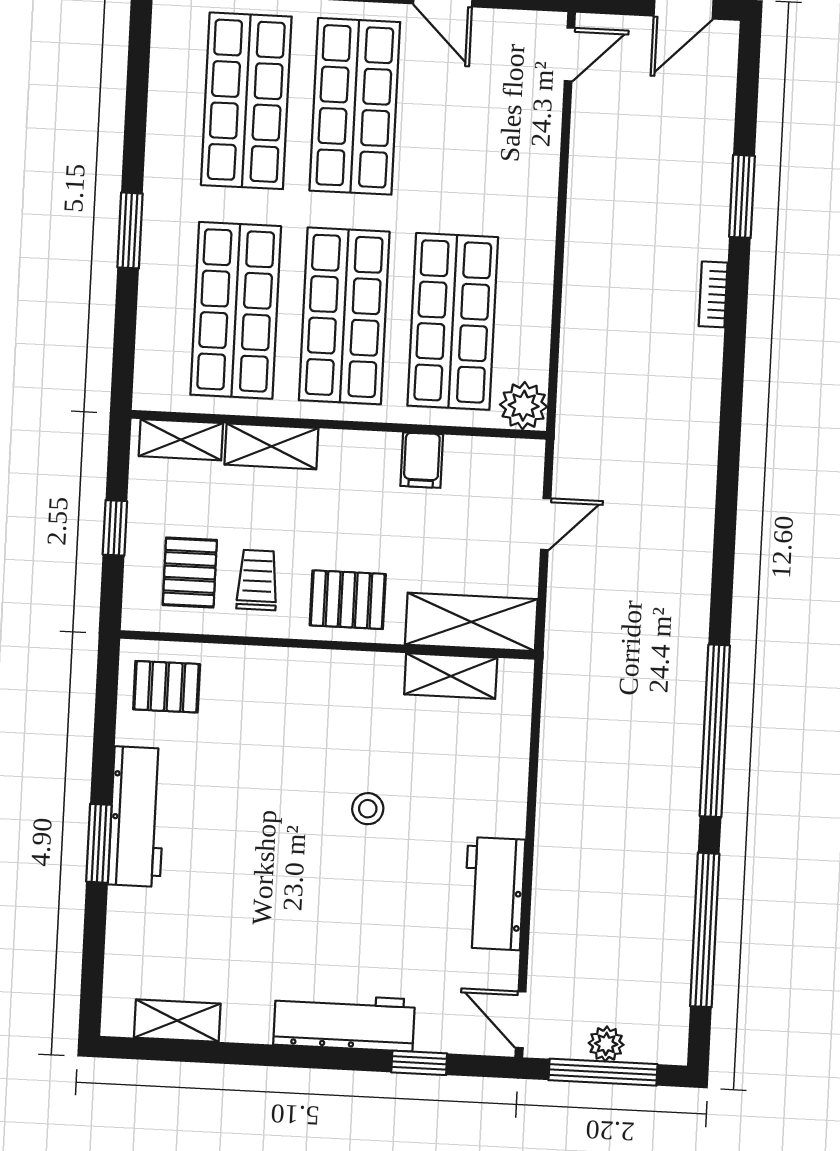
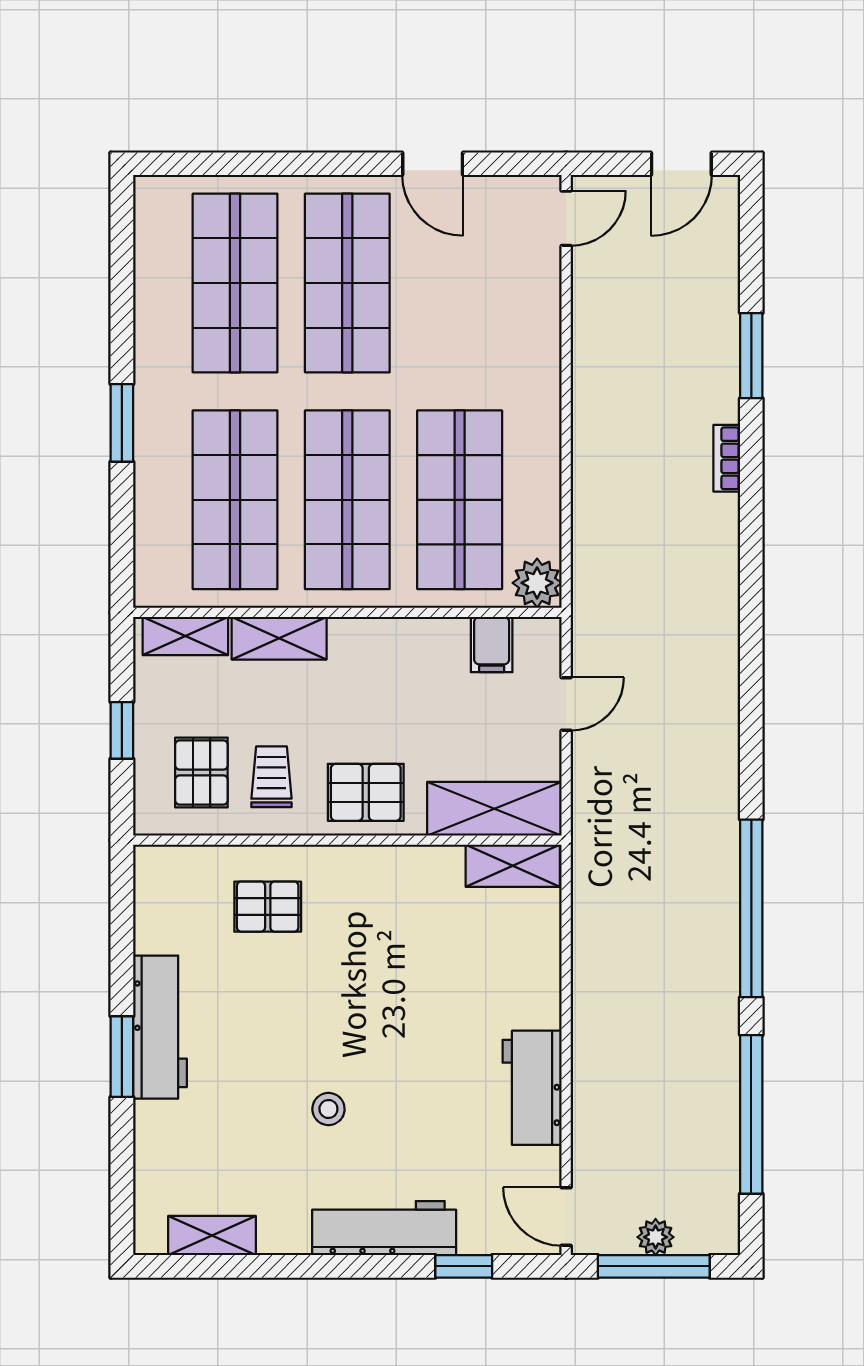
filing cabinet: (422, 460) -> (492, 645), moved
shelving: (451, 676) -> (513, 866), moved
pallet: (167, 687) -> (268, 907), moved
stool: (368, 809) -> (328, 1109), moved

